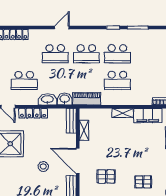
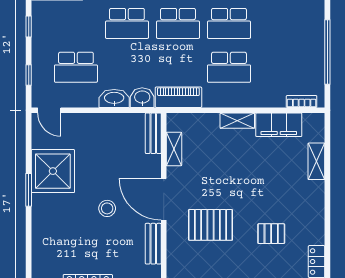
locker: (33, 113) -> (90, 121), removed
pallet: (106, 176) -> (211, 225), width x1.50, depth x1.42

